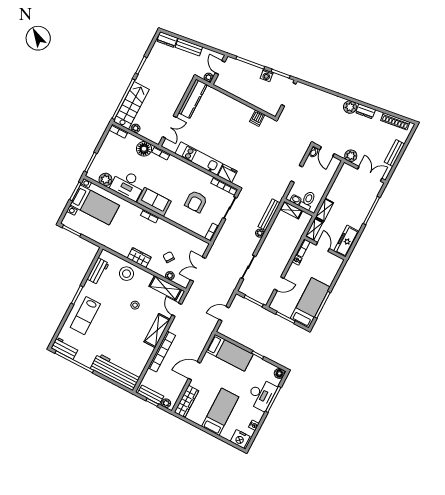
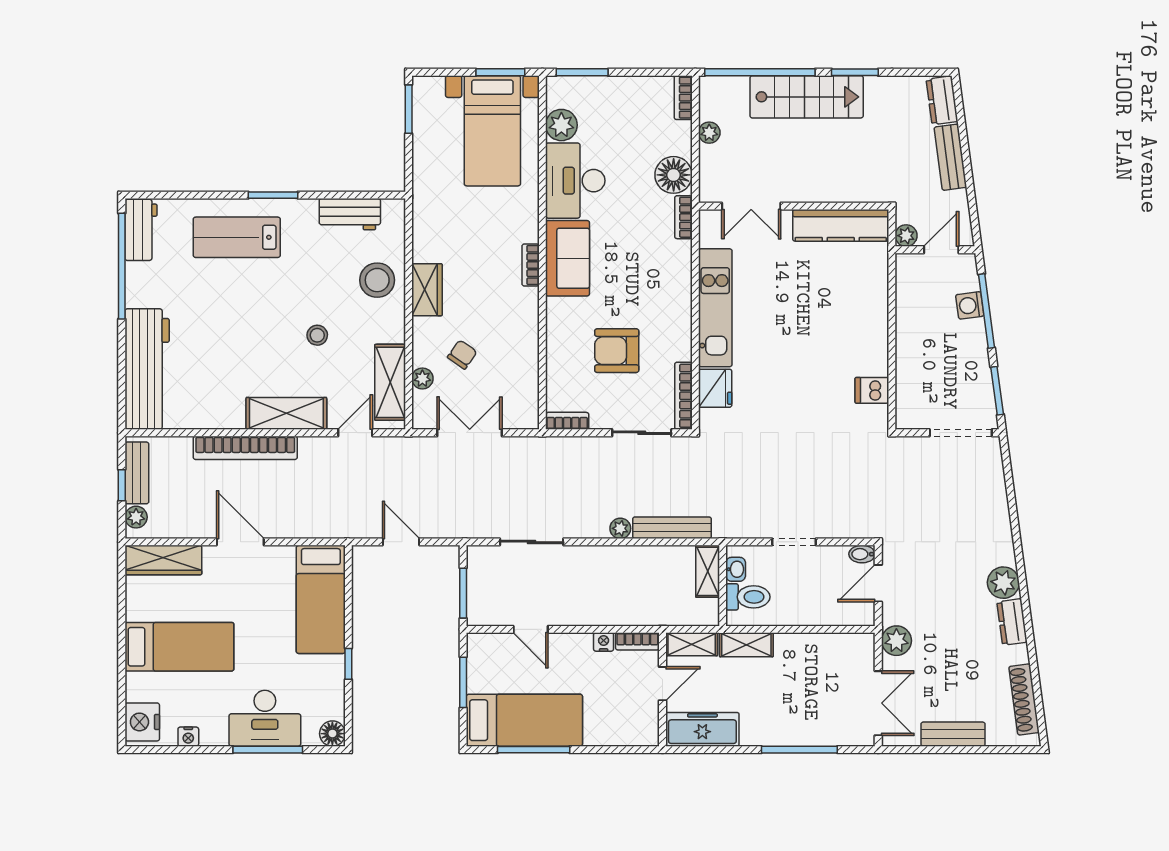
washing machine: (267, 75) -> (970, 305), moved
stairs: (131, 105) -> (807, 97), moved

